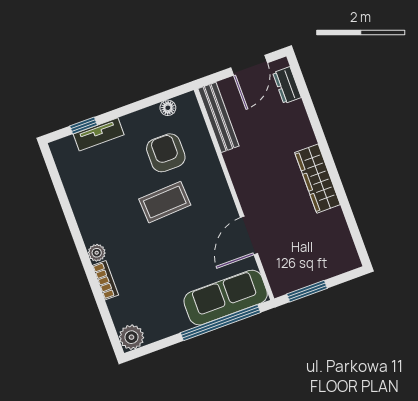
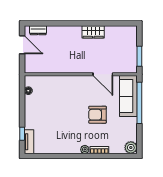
bench: (219, 117) -> (42, 68), removed
tv unit: (99, 134) -> (29, 142), moved
armchair: (166, 153) -> (97, 115), moved
wardrobe: (317, 179) -> (93, 32), width x0.67
coffee table: (165, 202) -> (72, 108), removed

